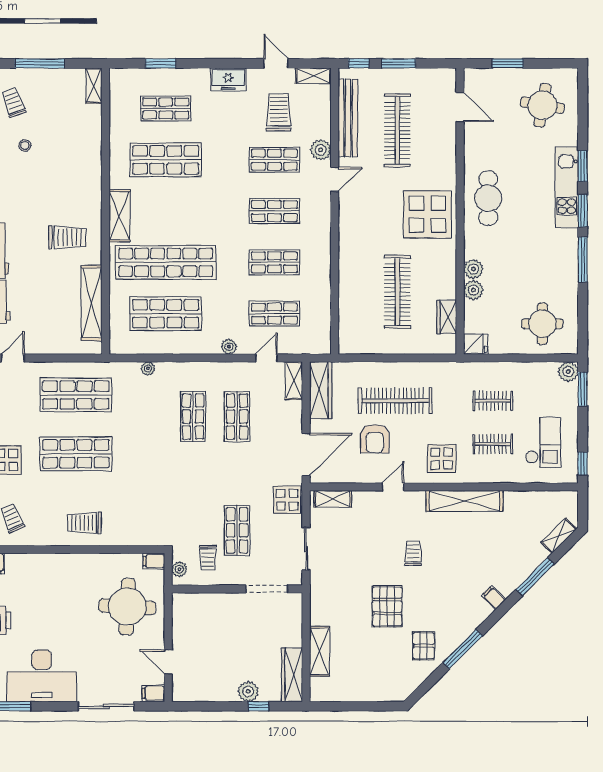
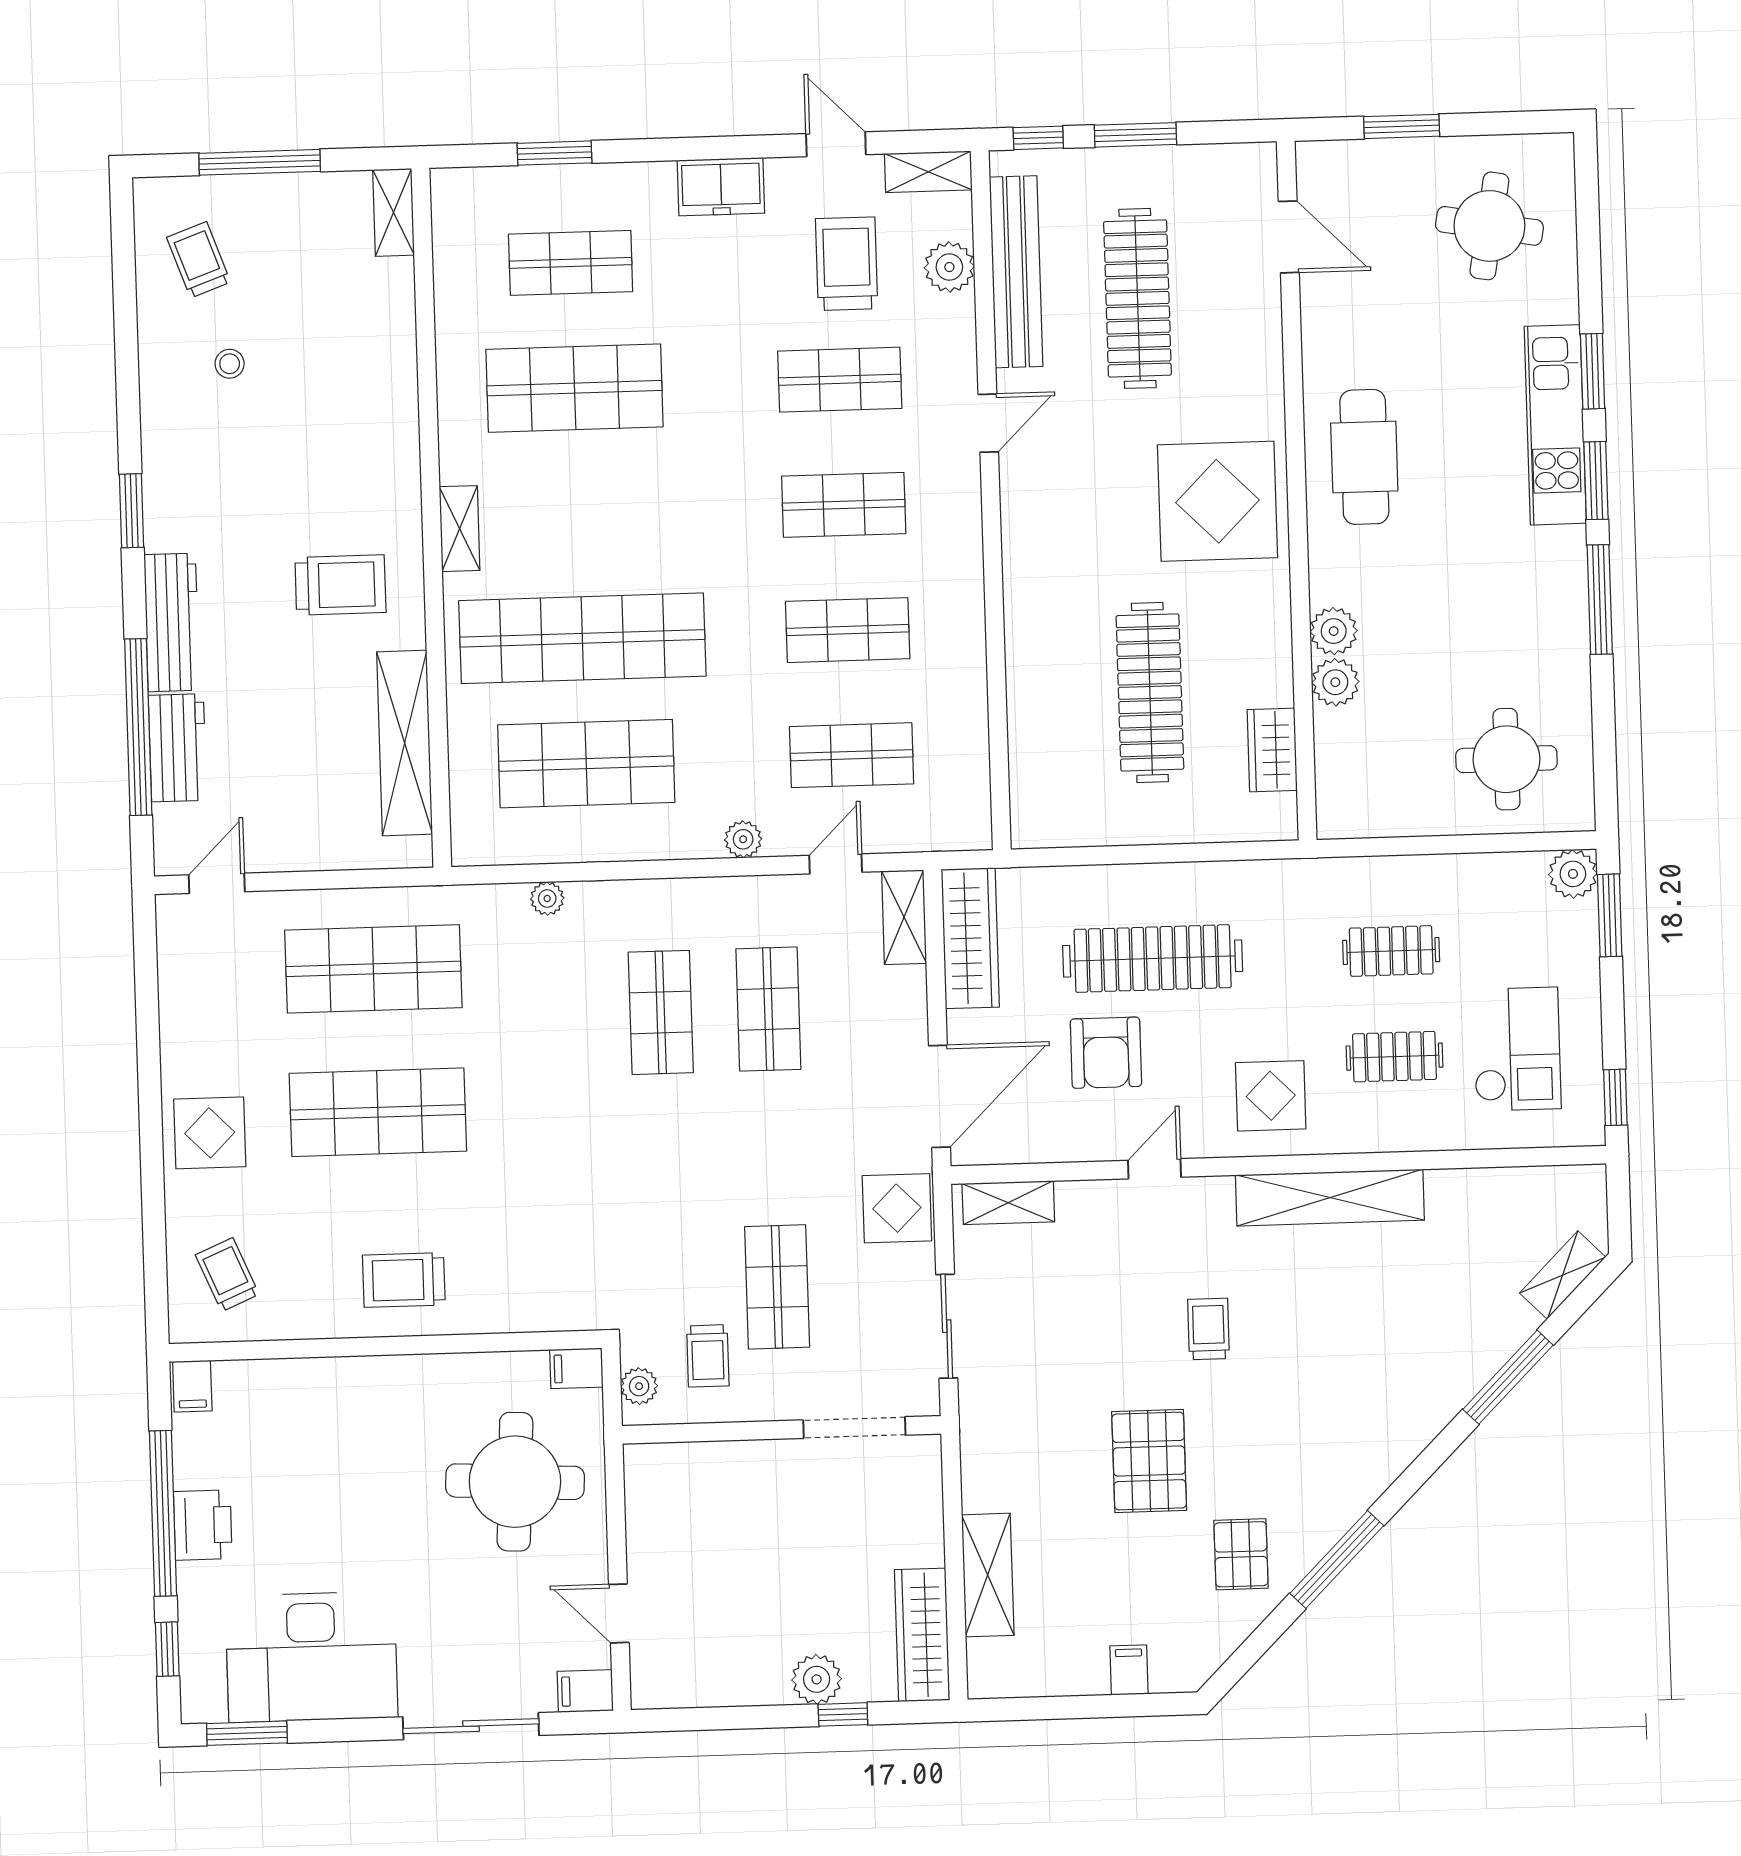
plant: (321, 150) -> (949, 267), moved
shelving: (119, 216) -> (460, 529), width x0.67, depth x0.75
fridge: (475, 344) -> (1345, 814), removed
filing cabinet: (494, 598) -> (1129, 1670), moved, turned 45

